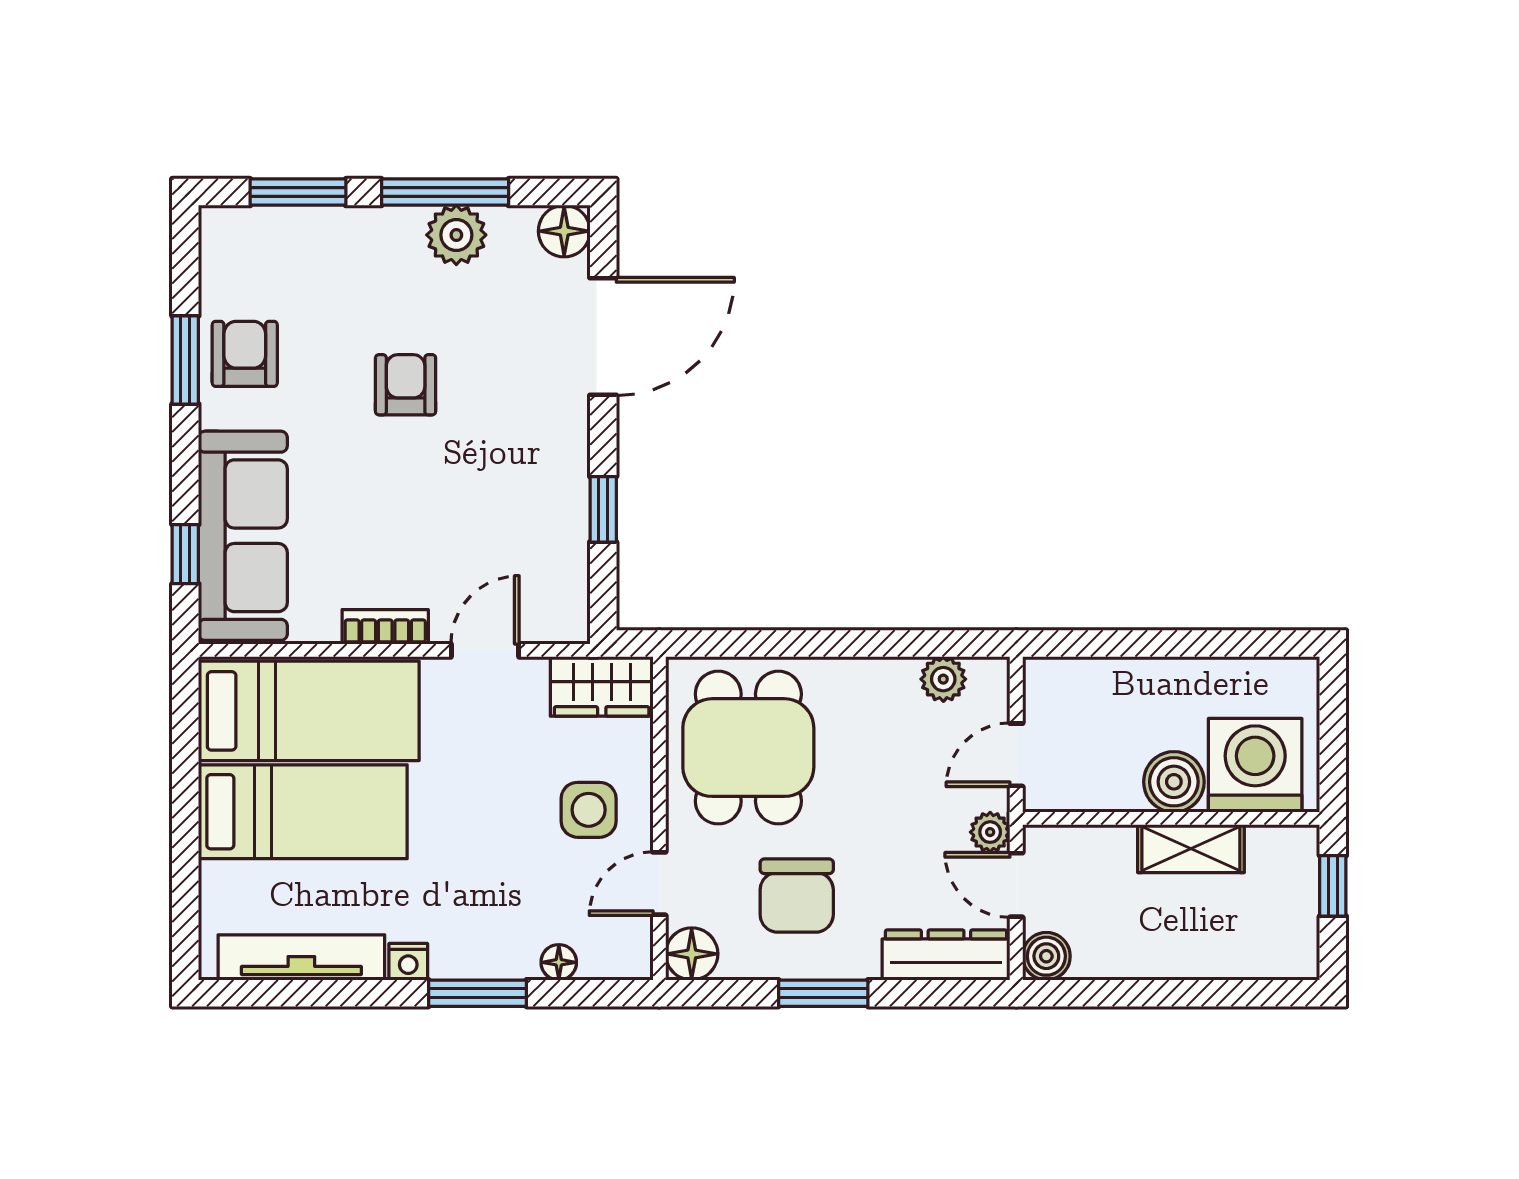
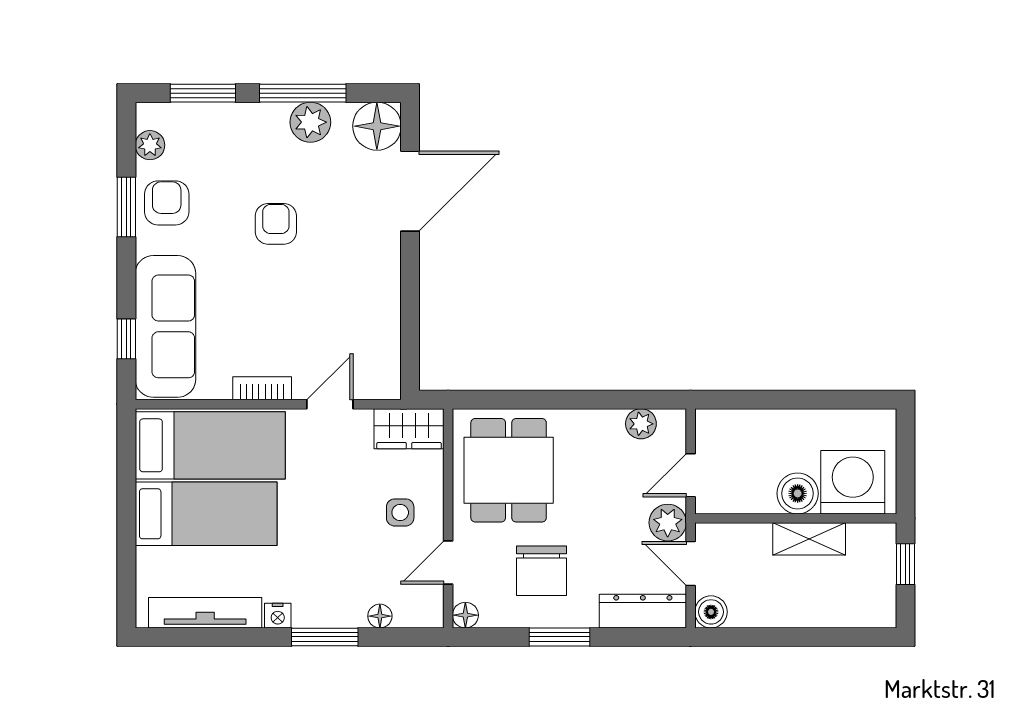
floor lamp: (564, 231) -> (377, 126), width x1.38, depth x1.38
plant: (220, 269) -> (150, 145), added
window: (603, 509) -> (410, 308), removed
side table: (589, 810) -> (400, 512), width x0.73, depth x0.73
plant: (990, 832) -> (668, 523), width x1.38, depth x1.38
floor lamp: (692, 954) -> (465, 615), width x0.73, depth x0.73

